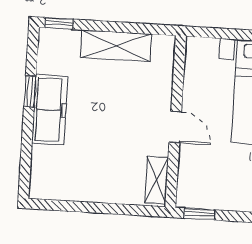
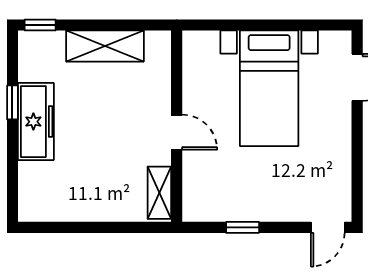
window: (200, 214) -> (243, 227), moved

